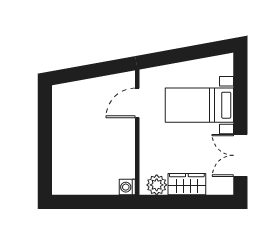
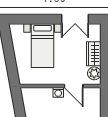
door: (137, 103) -> (74, 86), moved
washing machine: (127, 187) -> (58, 92), moved

